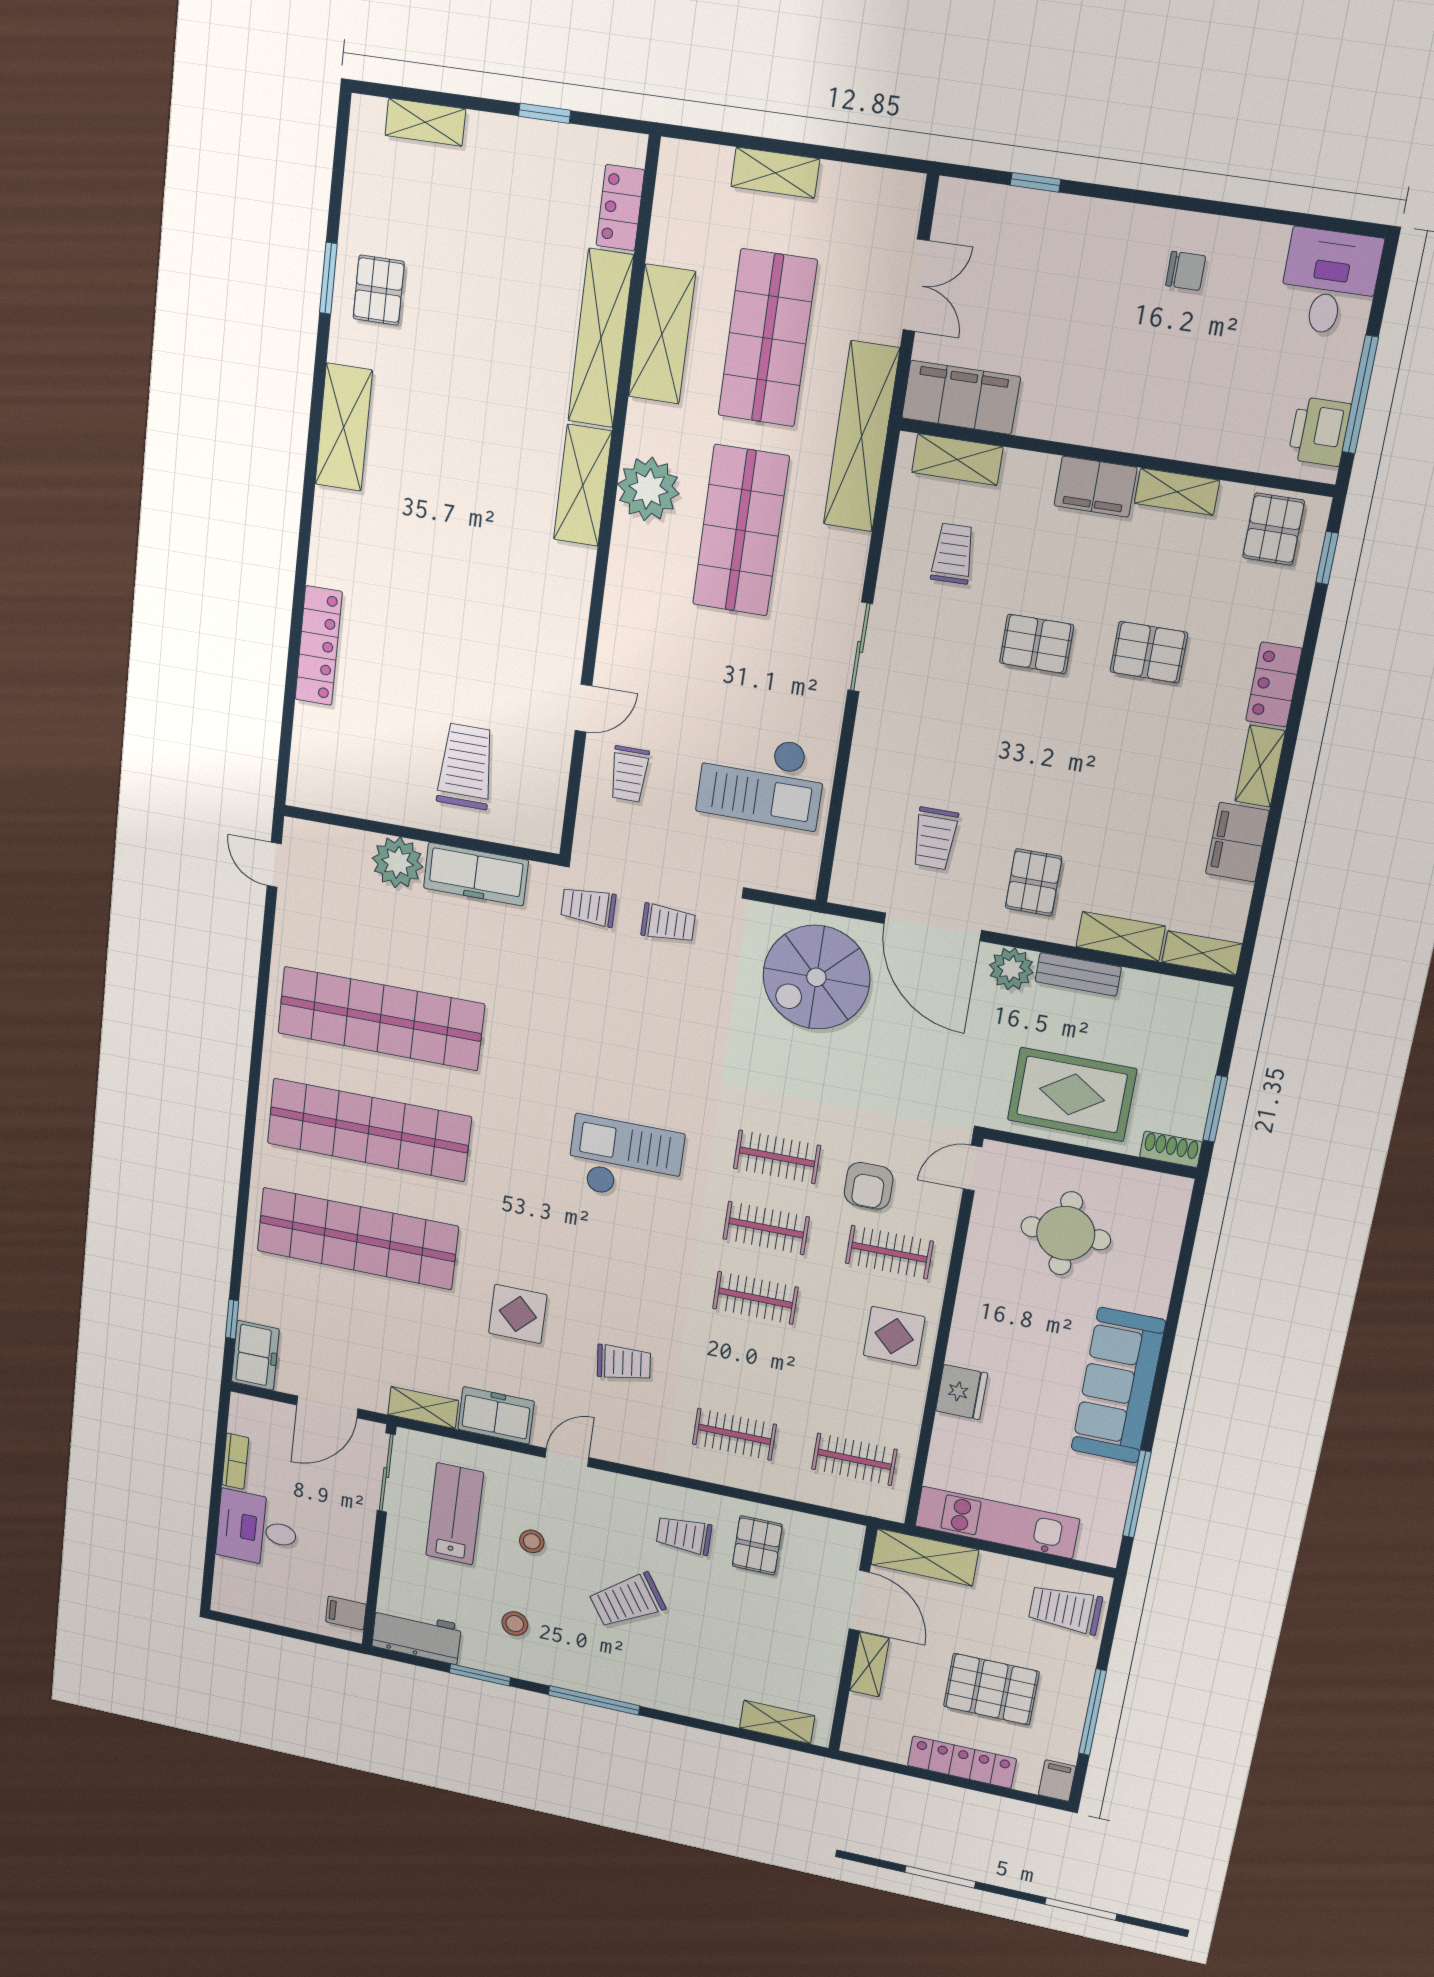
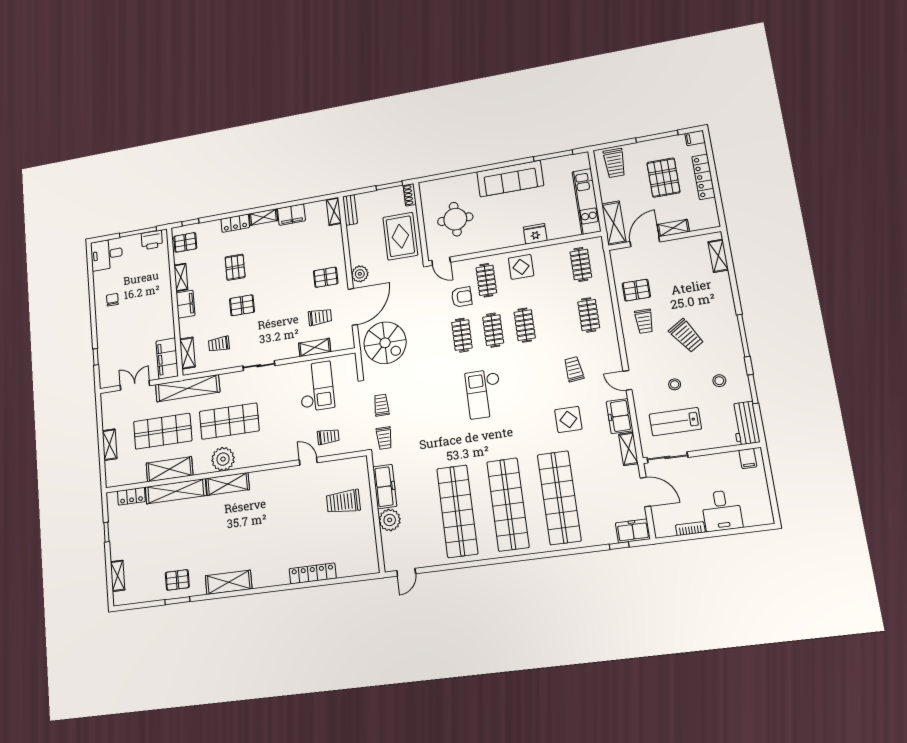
pallet: (1037, 644) -> (242, 305), turned 90
shelving: (1121, 936) -> (315, 347), moved, turned 90
bench: (1078, 974) -> (350, 210), moved

